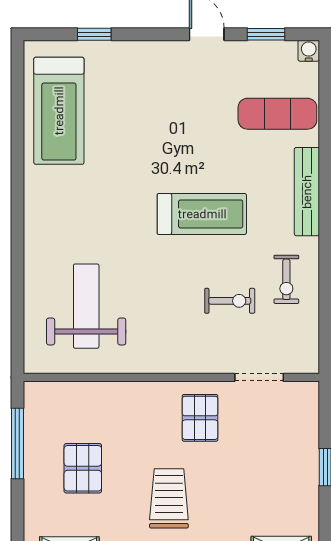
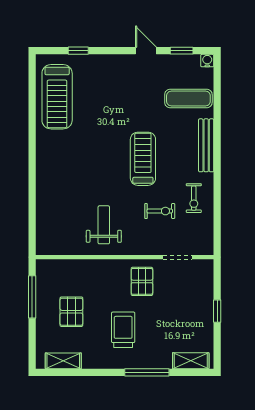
treadmill: (202, 214) -> (143, 159), turned -90
weight bench: (86, 306) -> (104, 225), moved, width x0.73, depth x0.75

